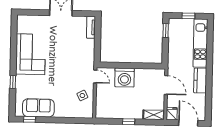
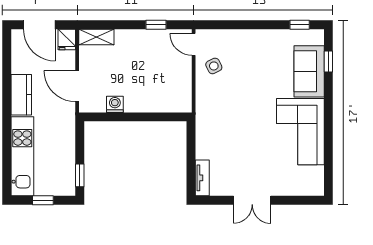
door: (95, 76) -> (194, 44), moved
washing machine: (125, 78) -> (115, 104), moved, width x0.53, depth x0.53
window: (13, 82) -> (328, 61), moved
sofa: (38, 108) -> (309, 71), moved, turned 90
window: (129, 122) -> (156, 25), moved

